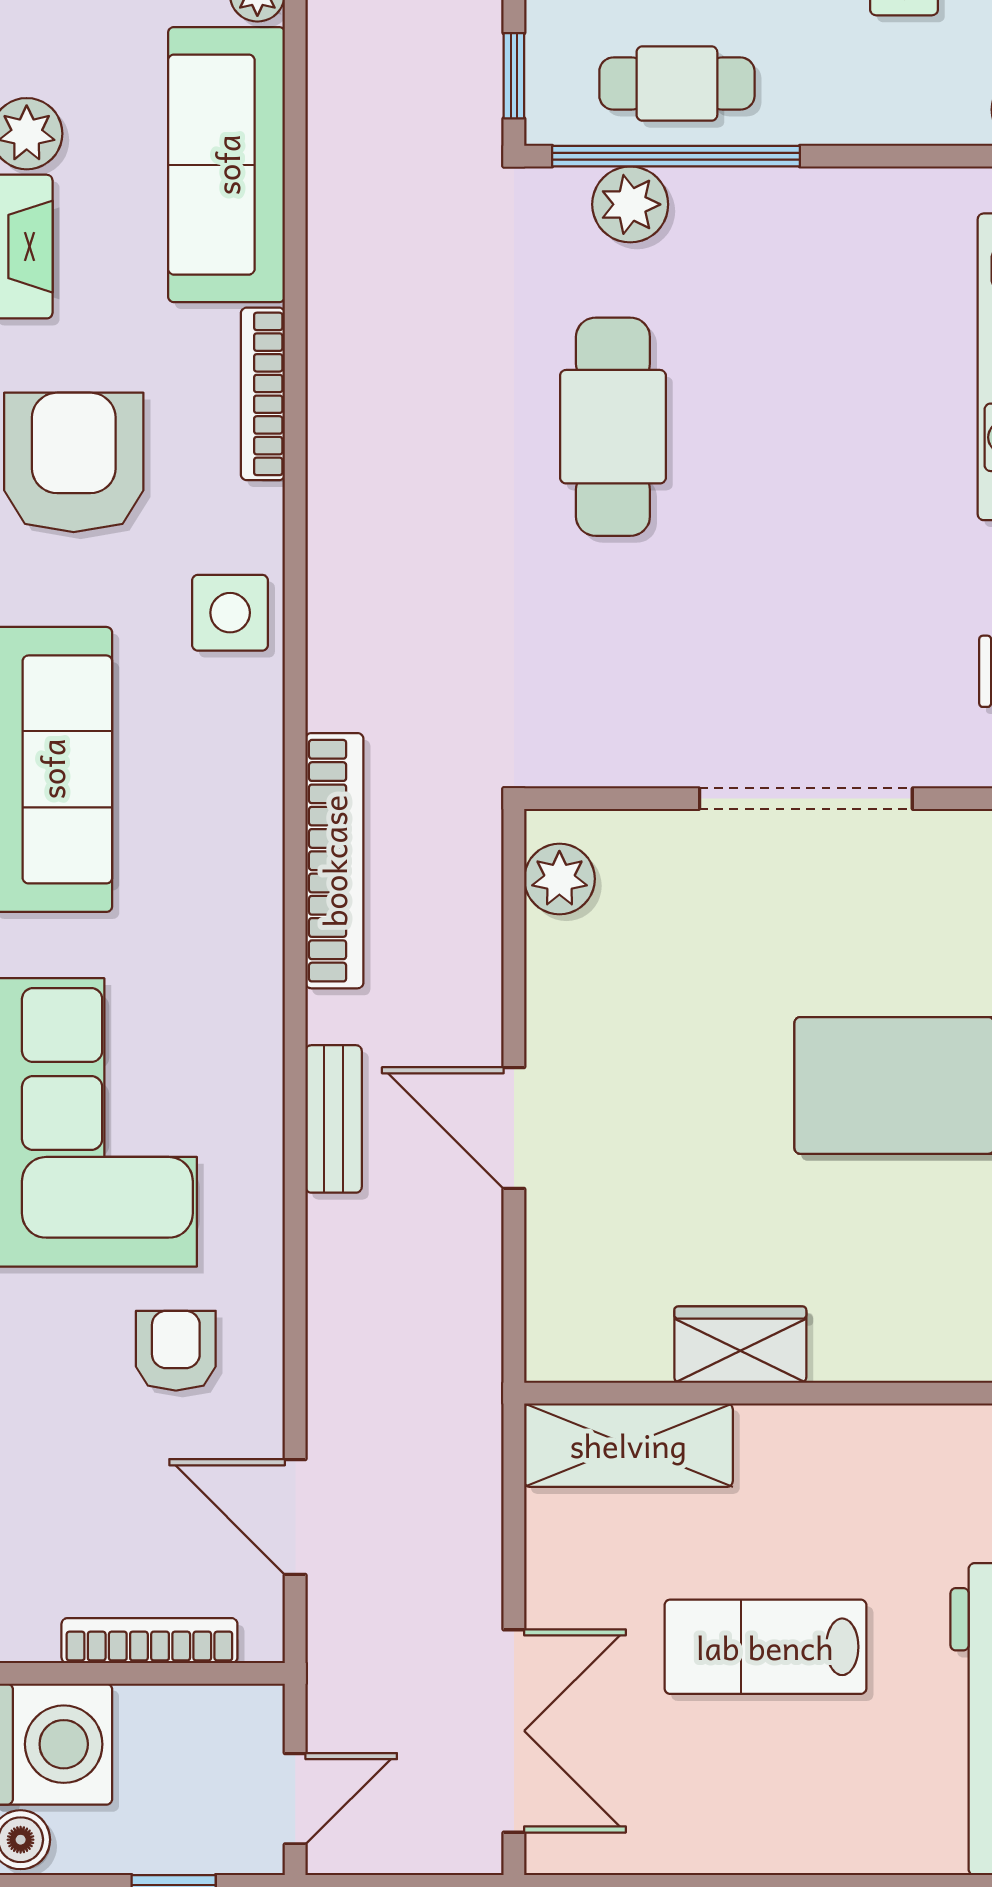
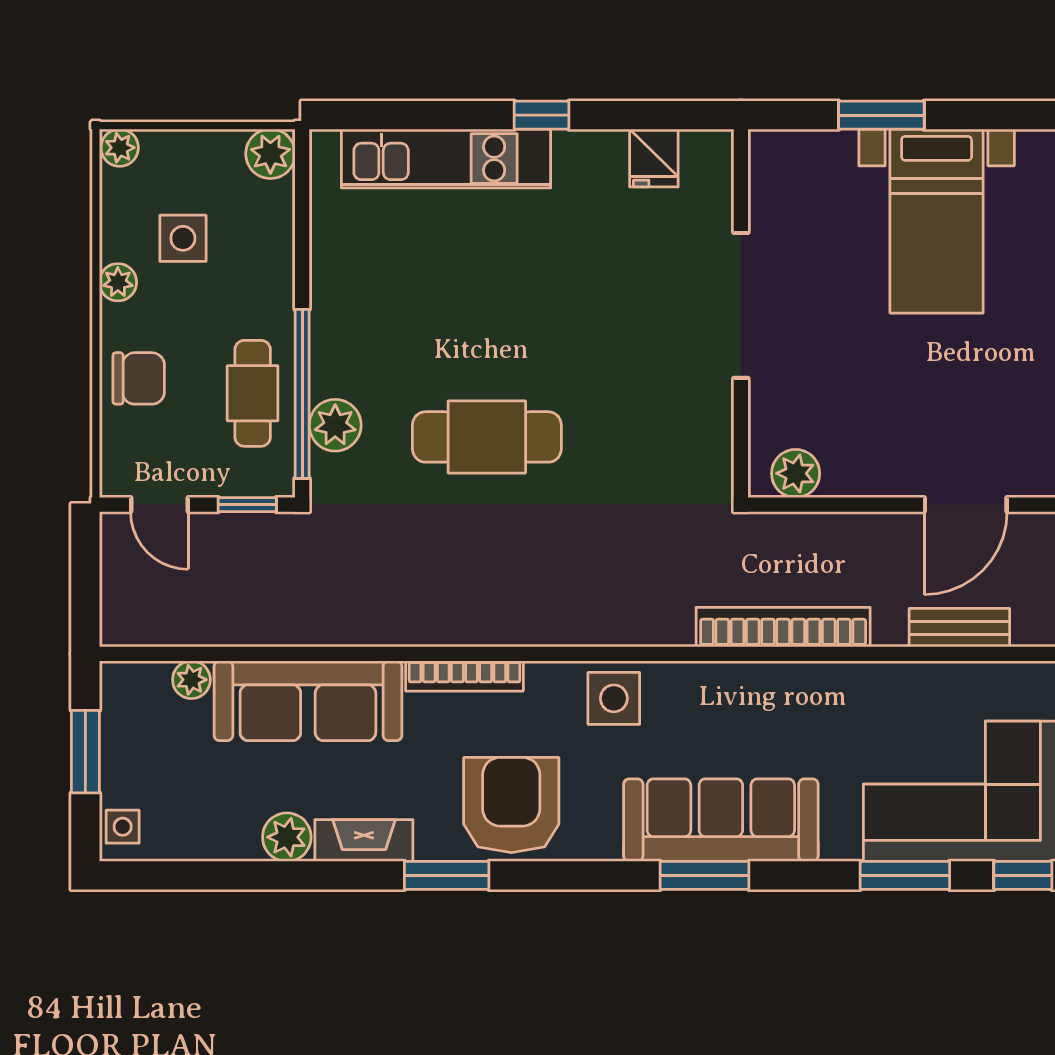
armchair: (74, 462) -> (511, 805), turned 90

